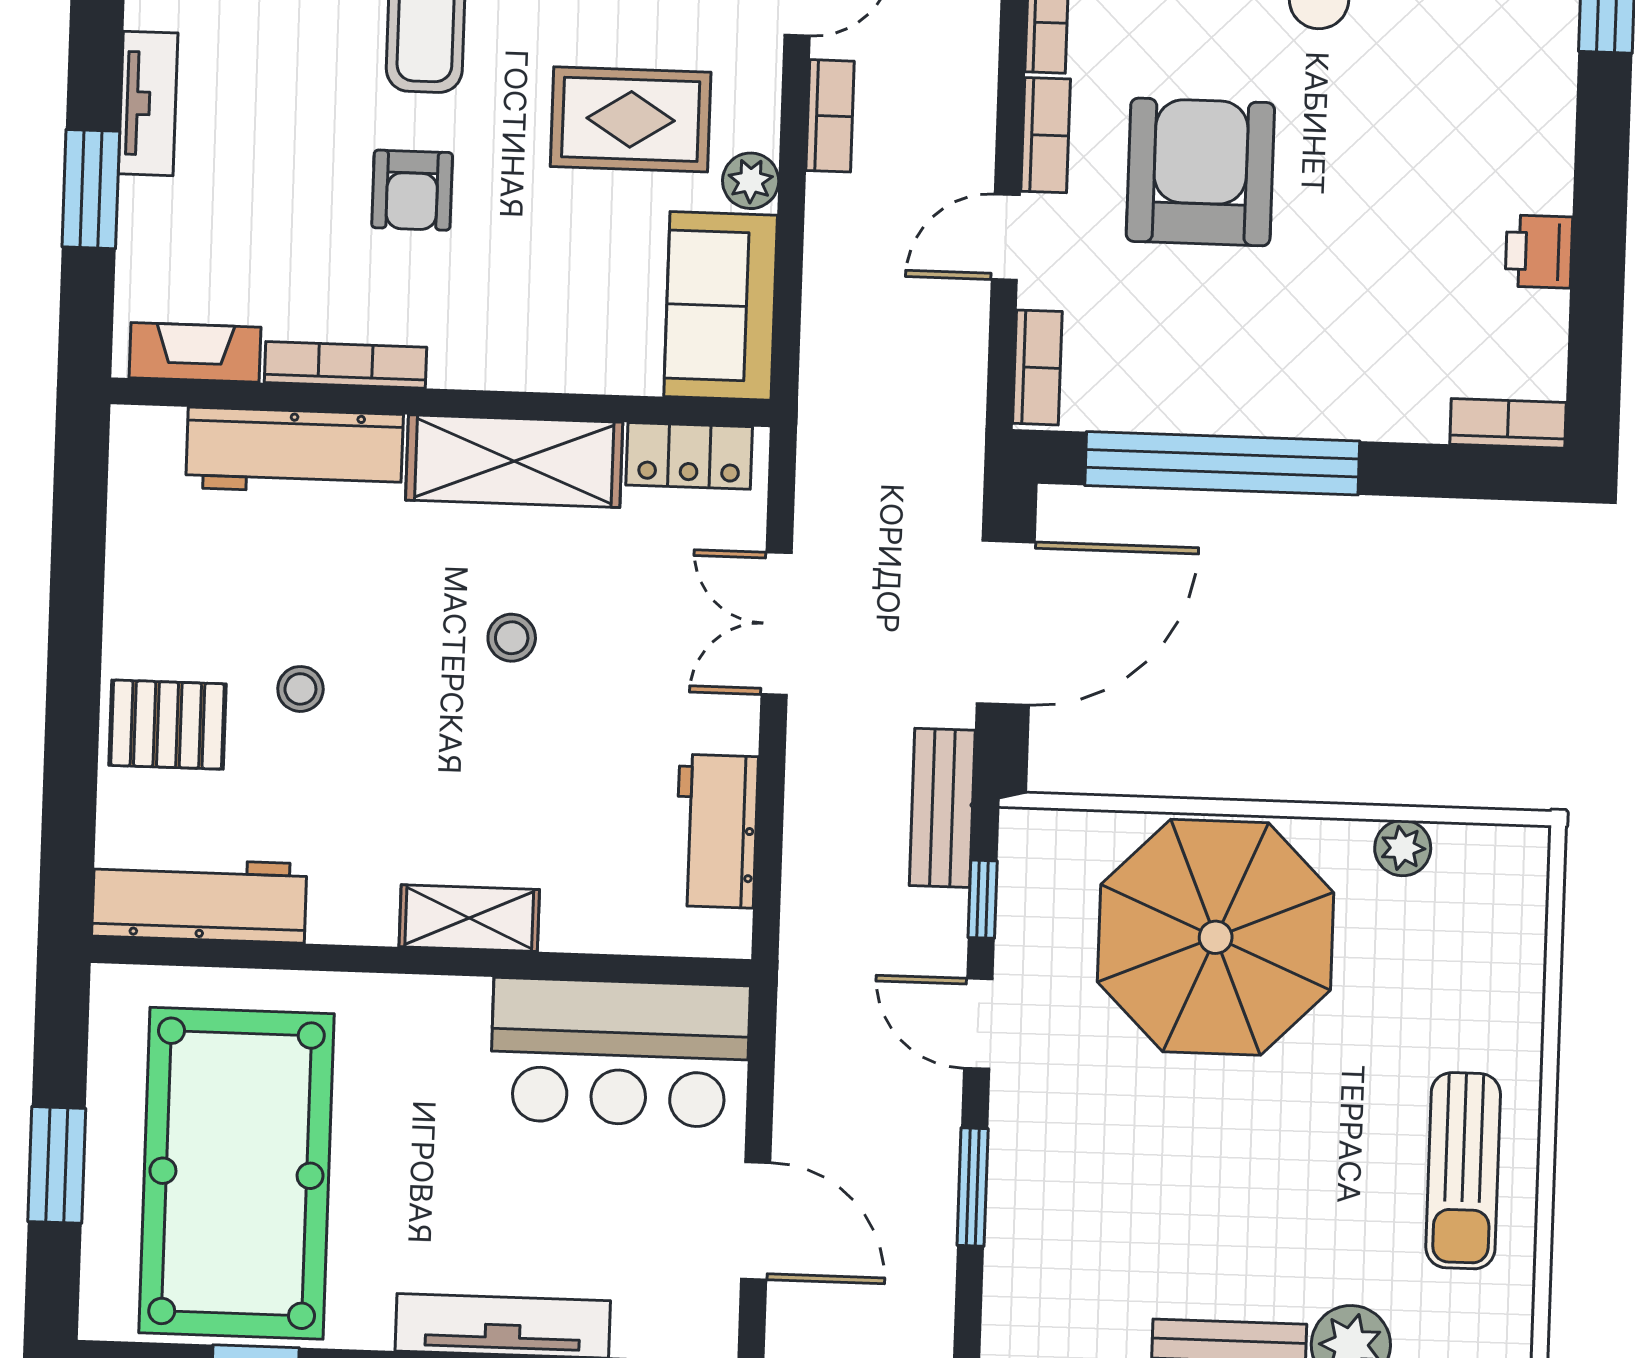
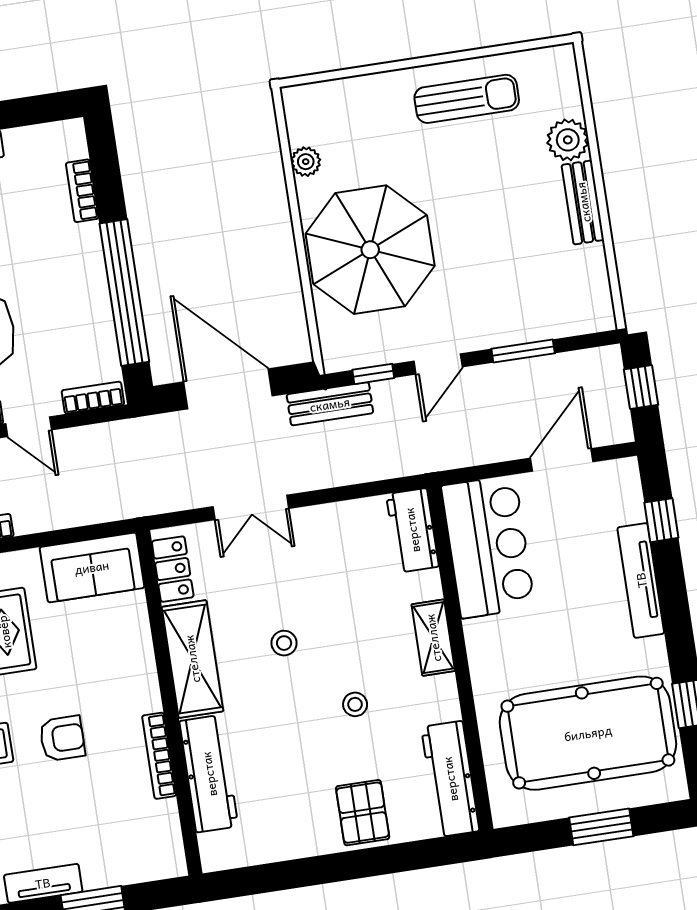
plant: (751, 181) -> (24, 564), removed
fireplace: (195, 352) -> (167, 835), removed
bookcase: (1508, 423) -> (82, 191), moved
stool: (300, 689) -> (355, 704), moved
workbench: (717, 831) -> (412, 530), moved, turned 90

